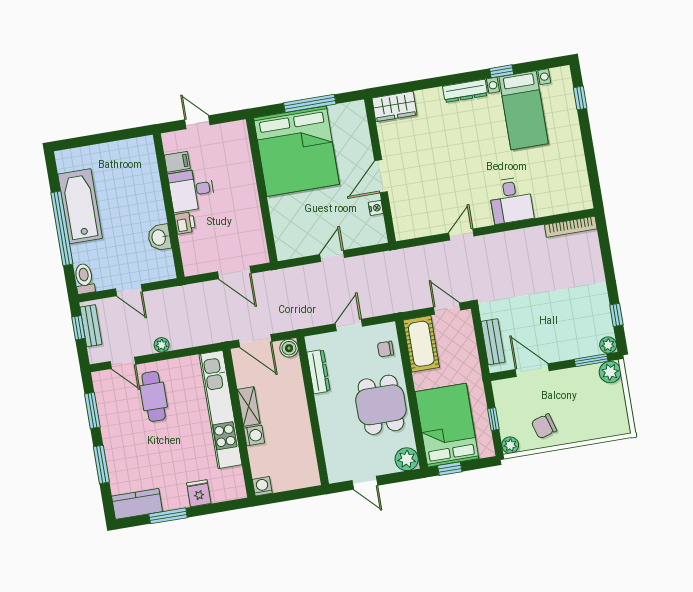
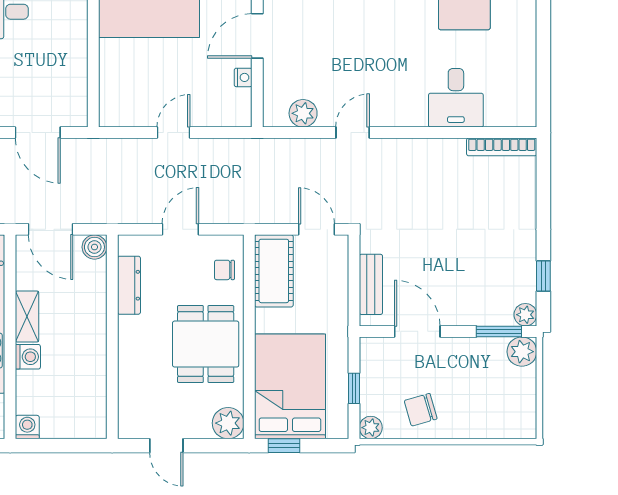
desk: (511, 200) -> (456, 98), moved
plant: (423, 227) -> (303, 113), added

